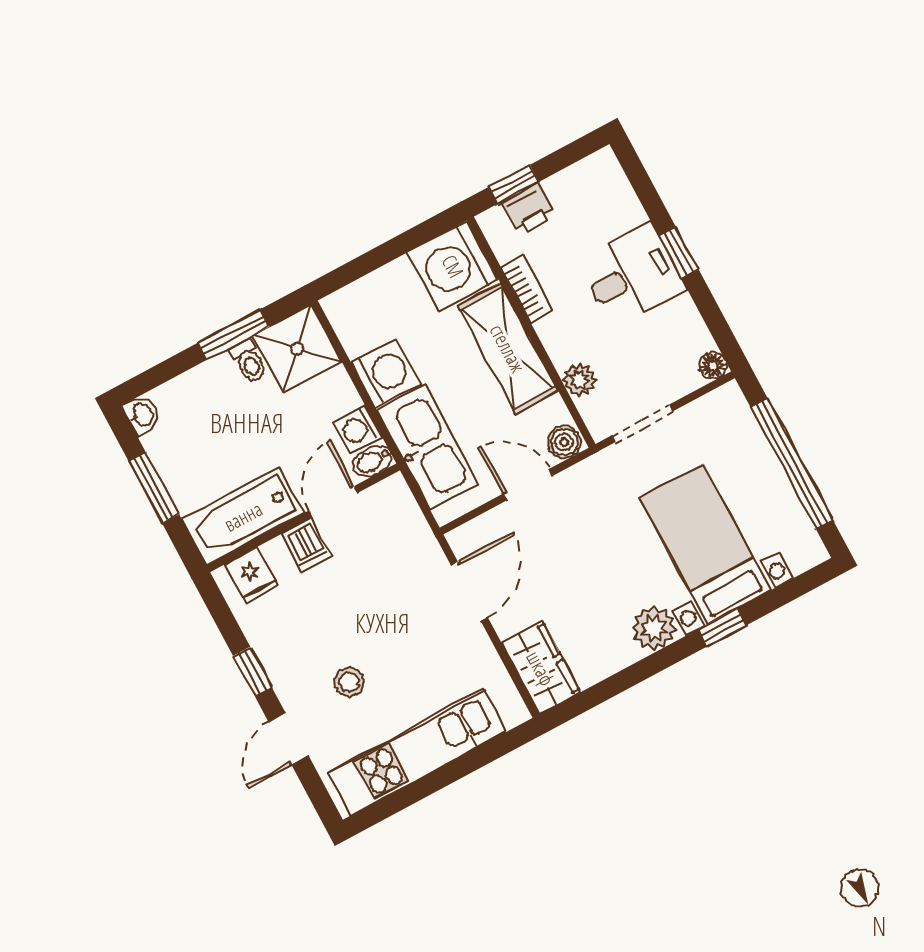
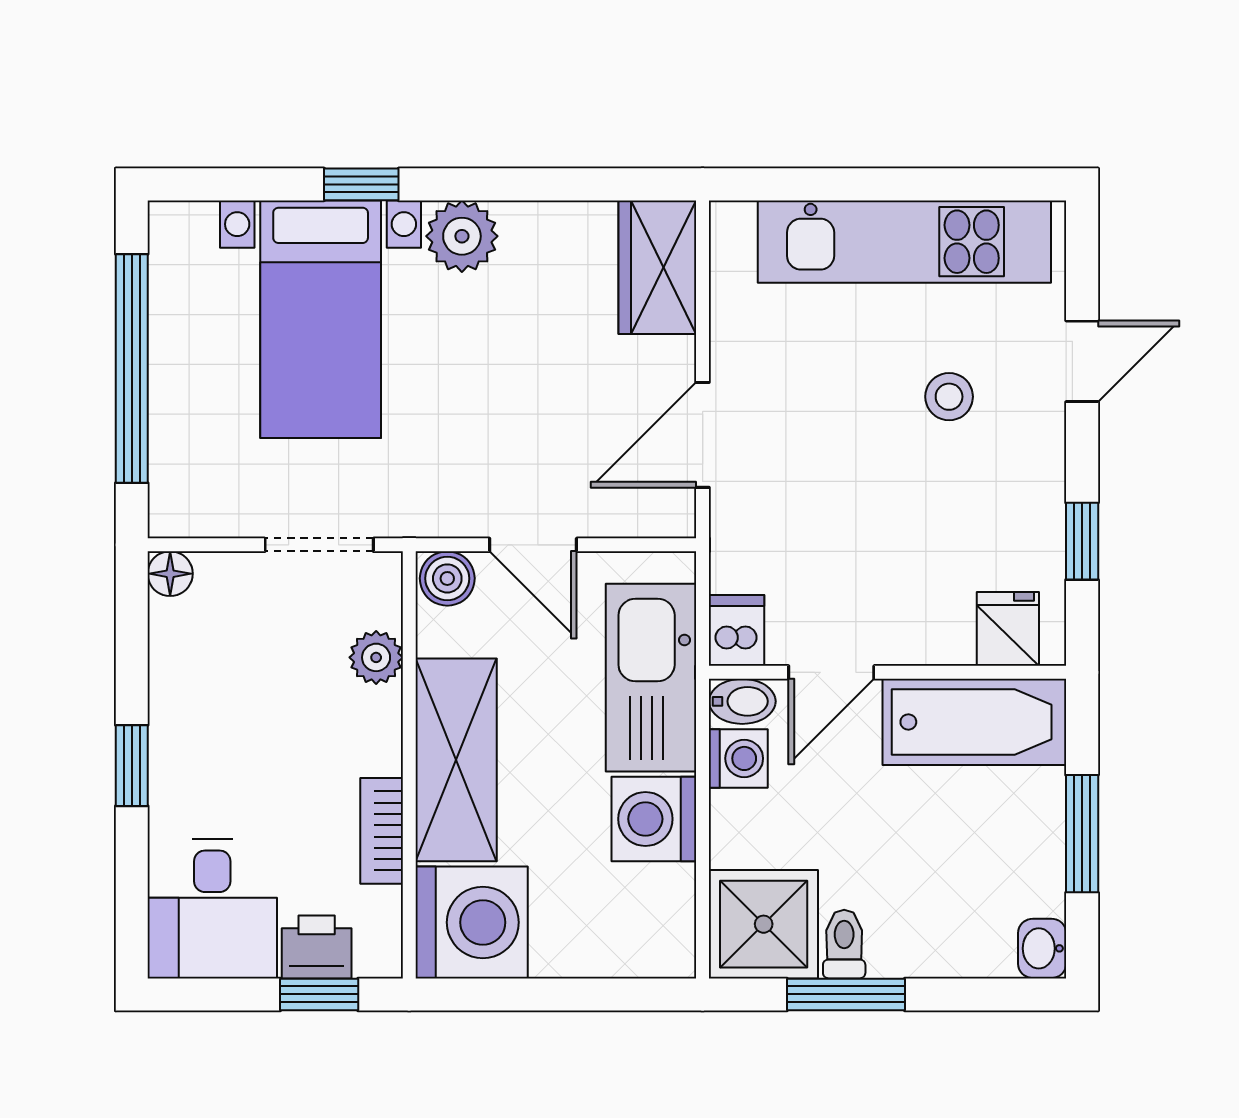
desk: (632, 275) -> (212, 909), moved, turned -90
dishwasher: (307, 545) -> (737, 630), moved
window: (253, 672) -> (1082, 541), moved

